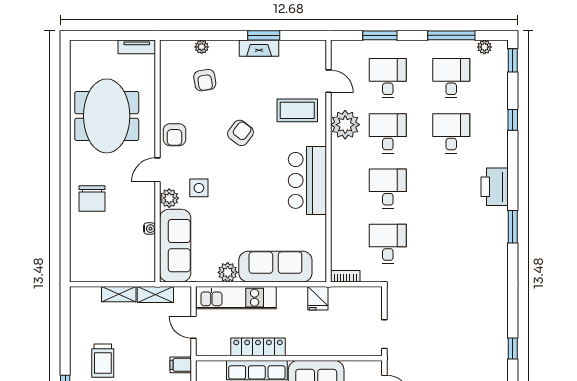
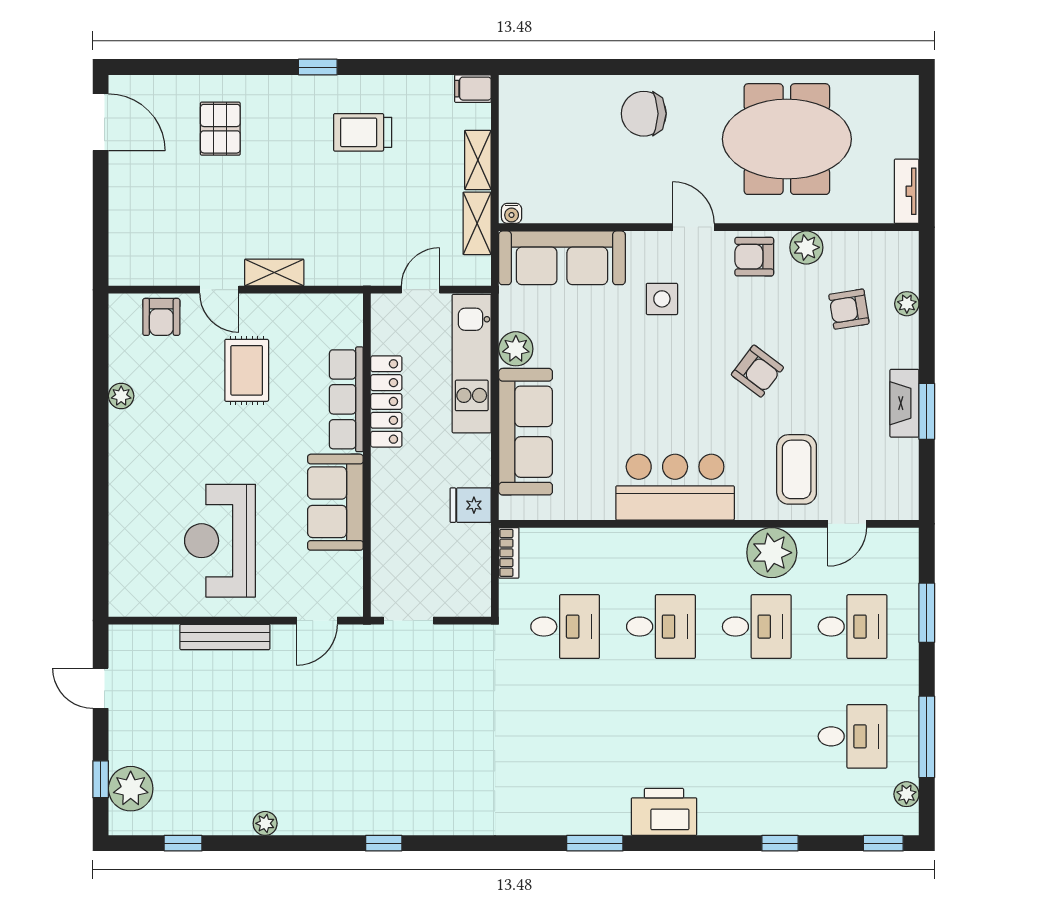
desk: (451, 133) -> (757, 736), removed
plant: (169, 198) -> (806, 247), moved
water cooler: (150, 229) -> (512, 213), moved
filing cabinet: (181, 365) -> (473, 89), moved, turned -90

